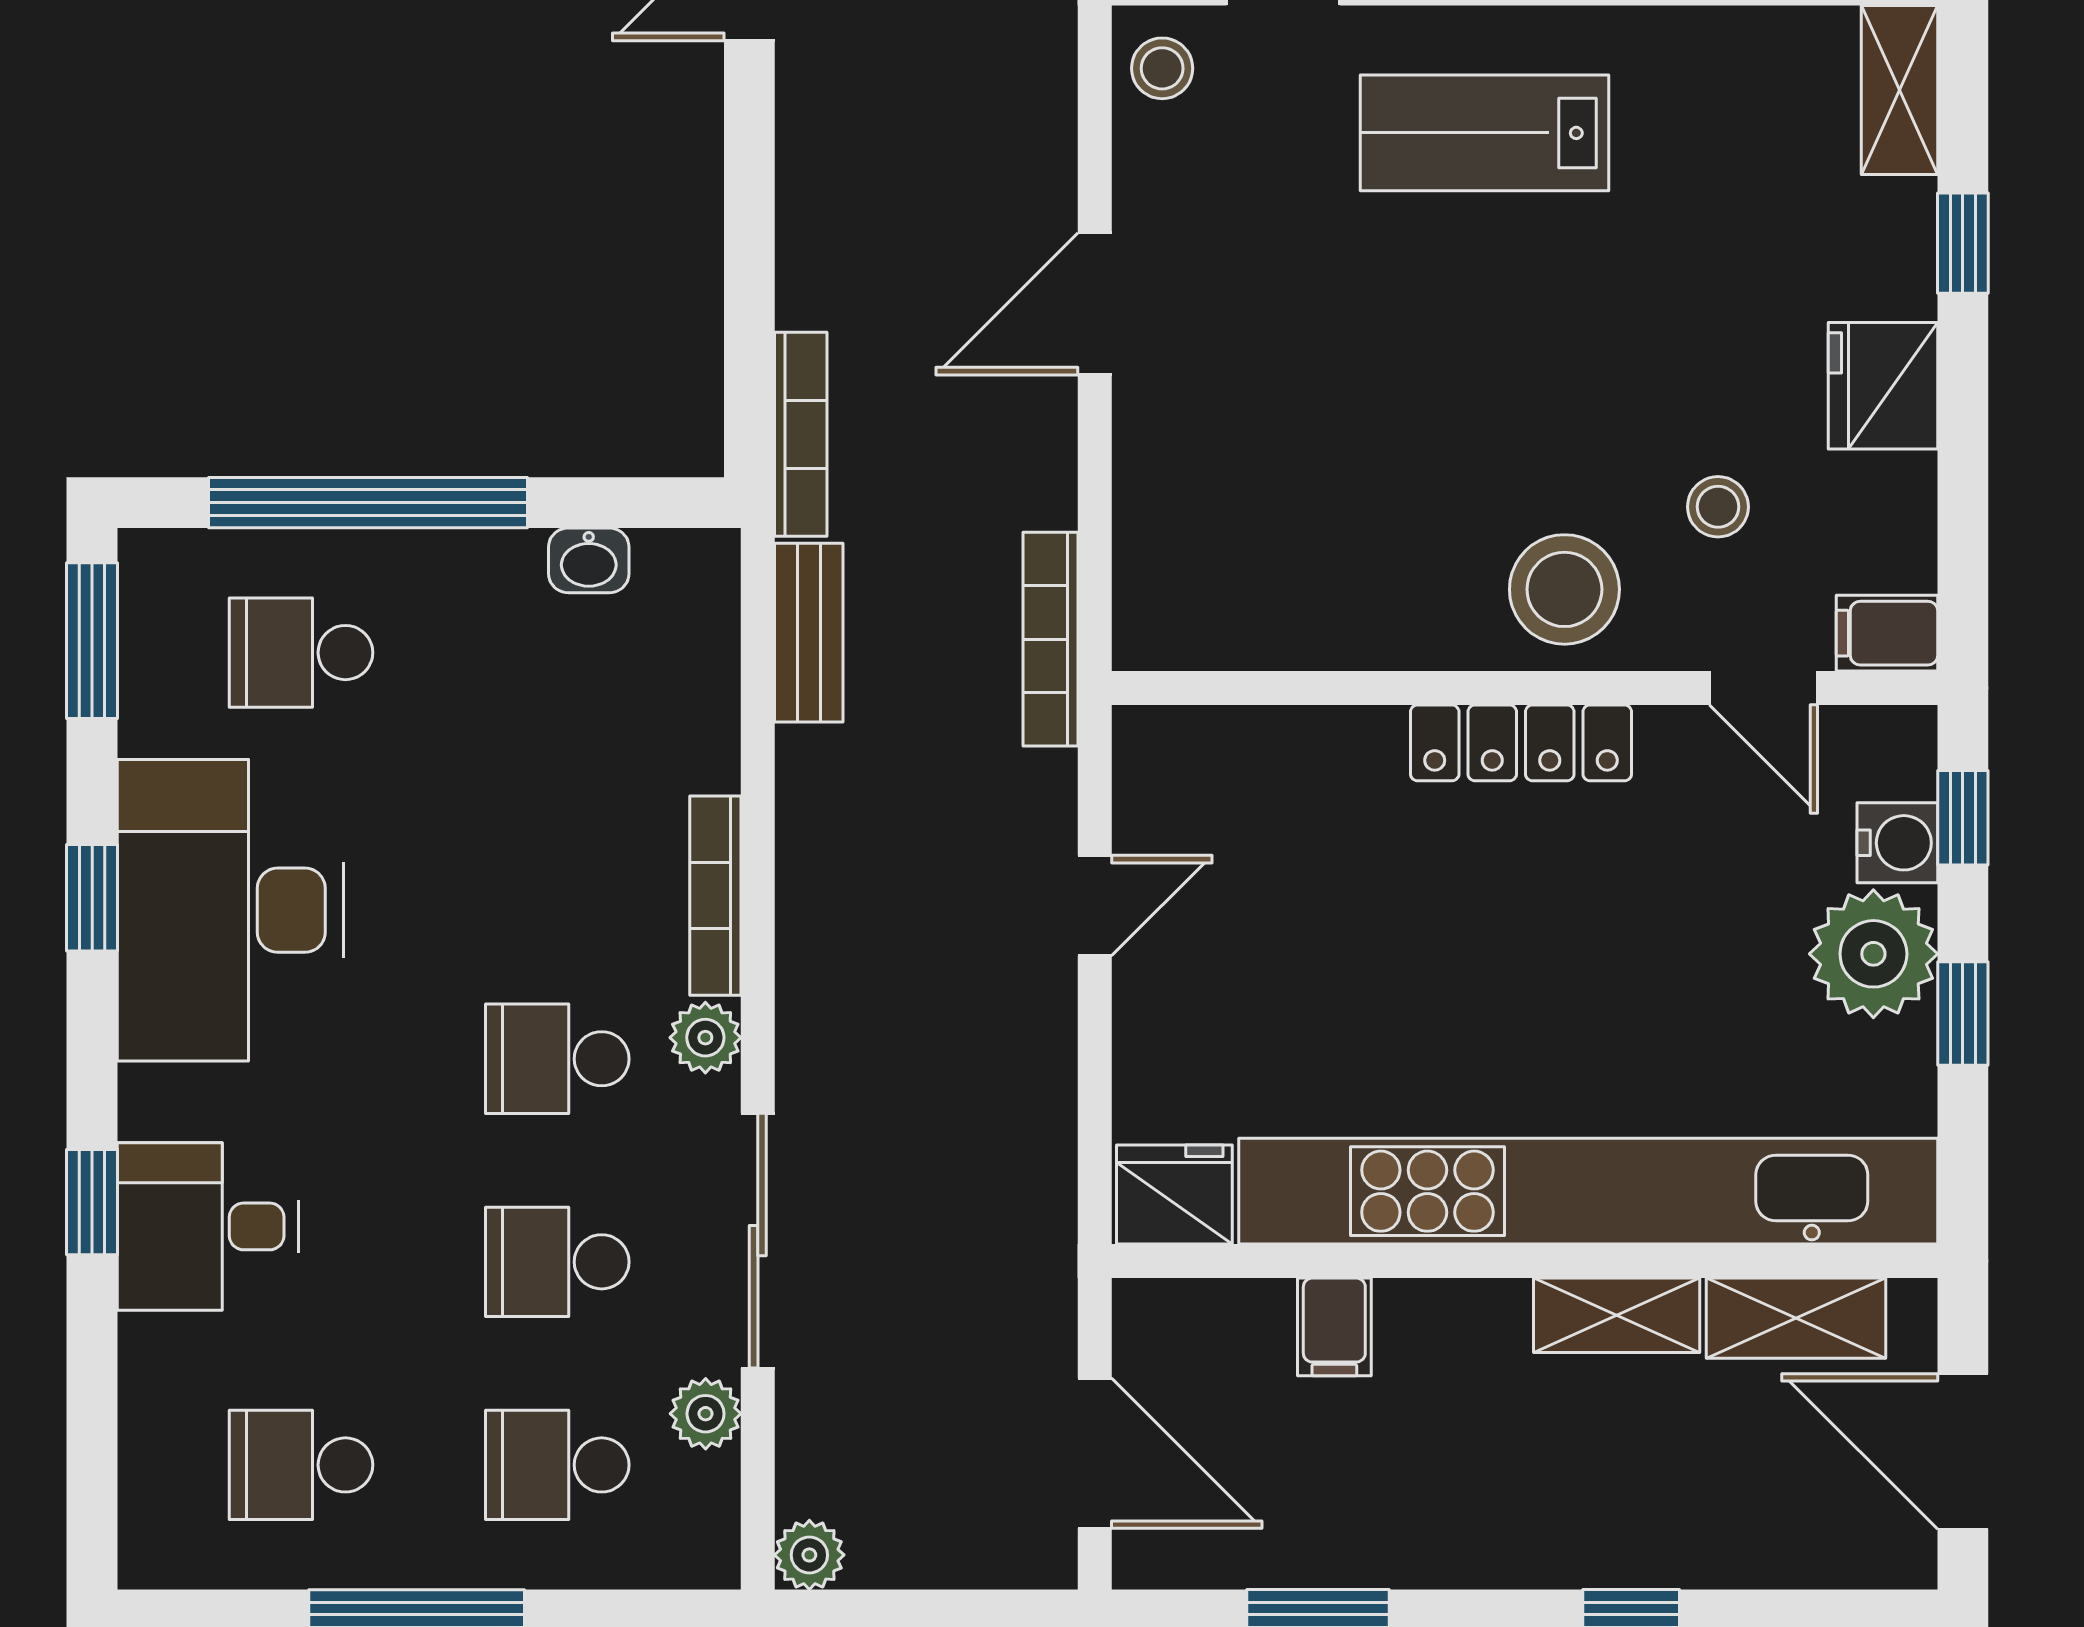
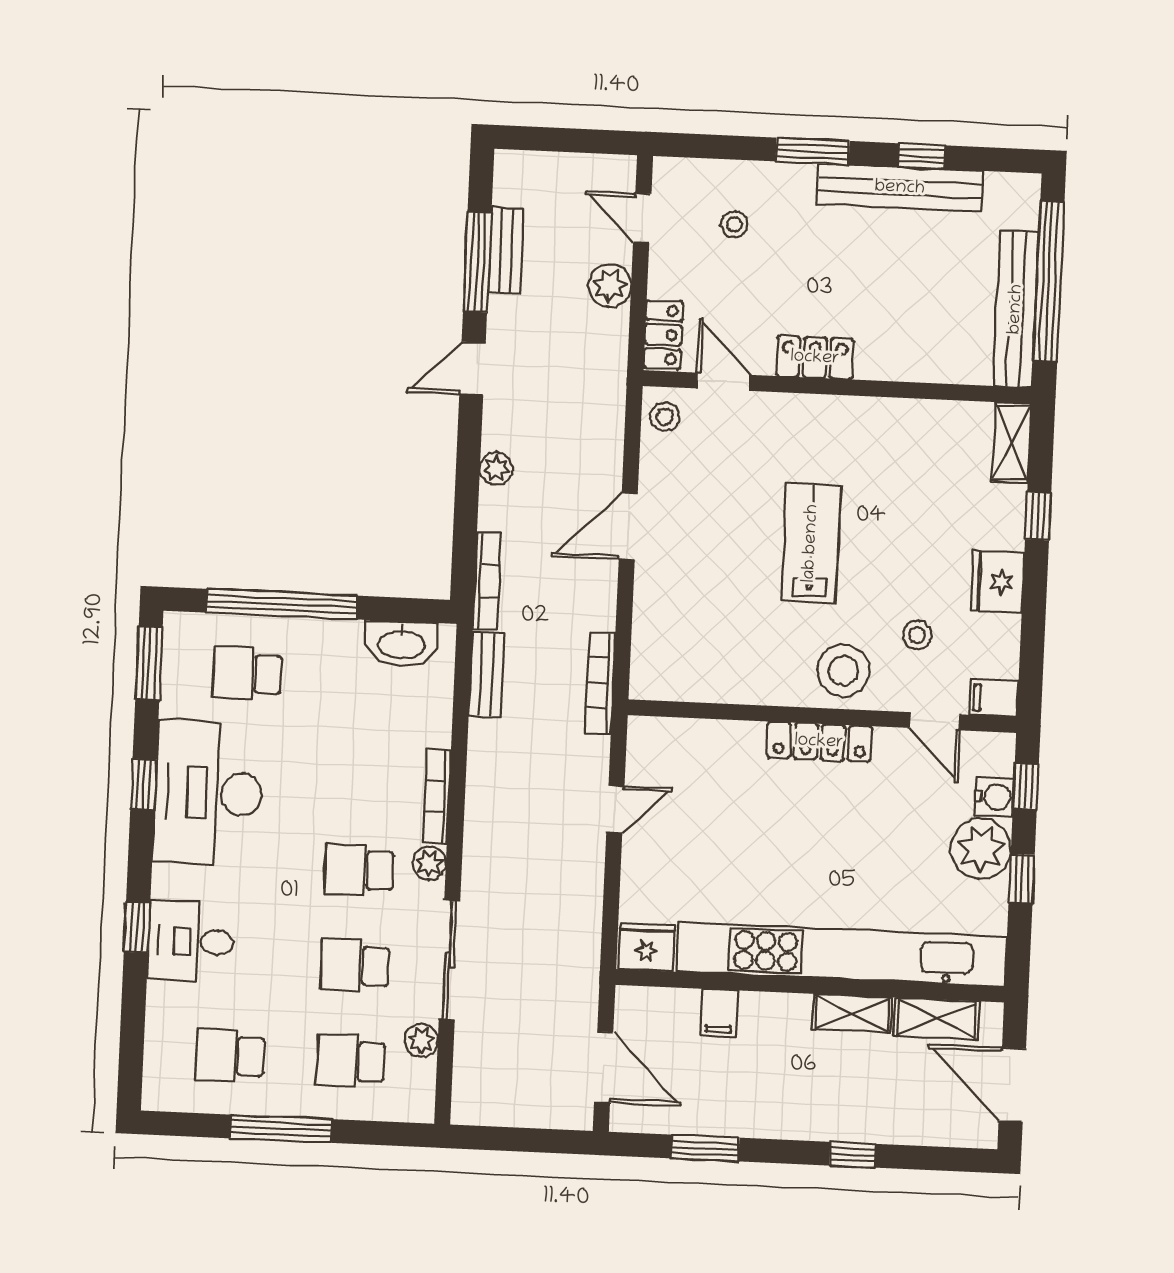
lab bench: (1484, 133) -> (811, 543), moved, turned 90
washbasin: (589, 560) -> (401, 644), width x1.91, depth x1.45
plant: (809, 1555) -> (496, 469), moved

